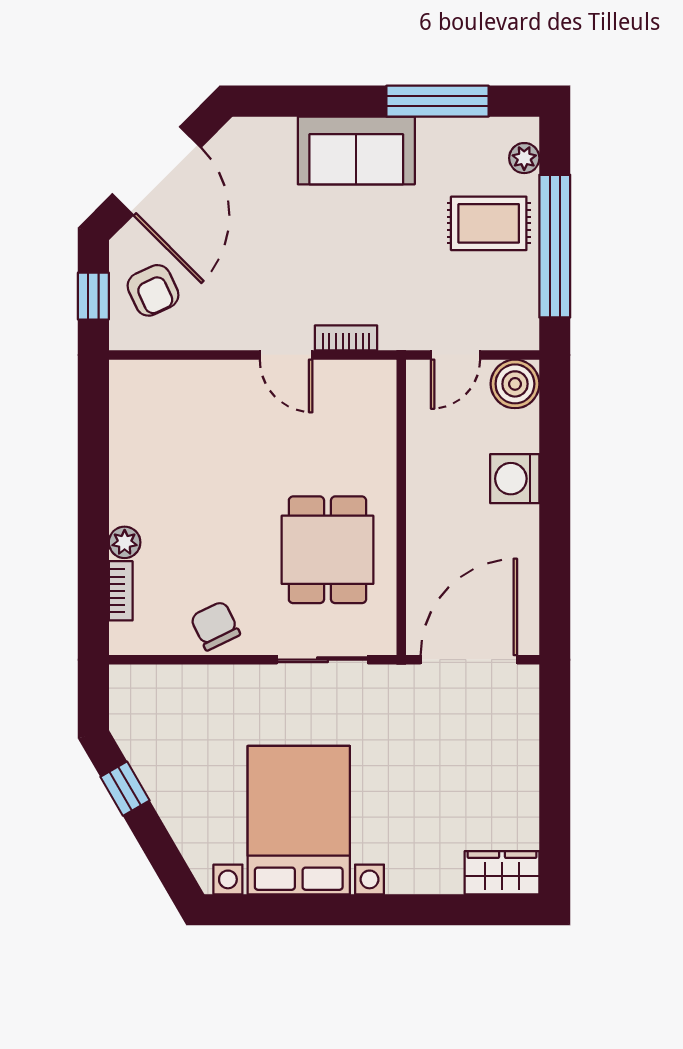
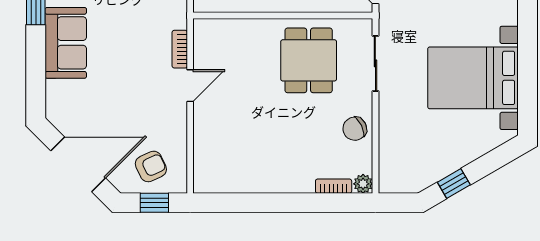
plant: (125, 542) -> (363, 184), moved
dining table: (327, 550) -> (309, 60), turned 90

